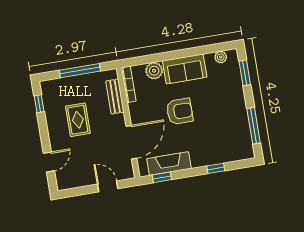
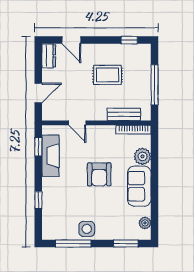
side table: (237, 115) -> (87, 229), added
door: (131, 142) -> (77, 123), width x0.53
dresser: (69, 182) -> (49, 56), added

